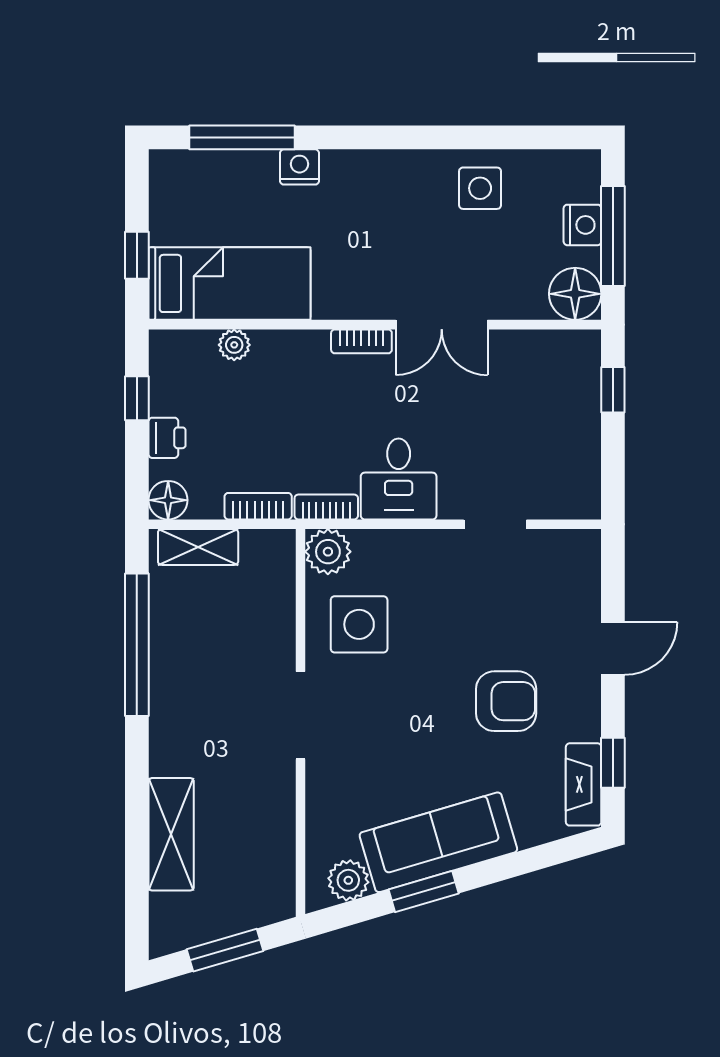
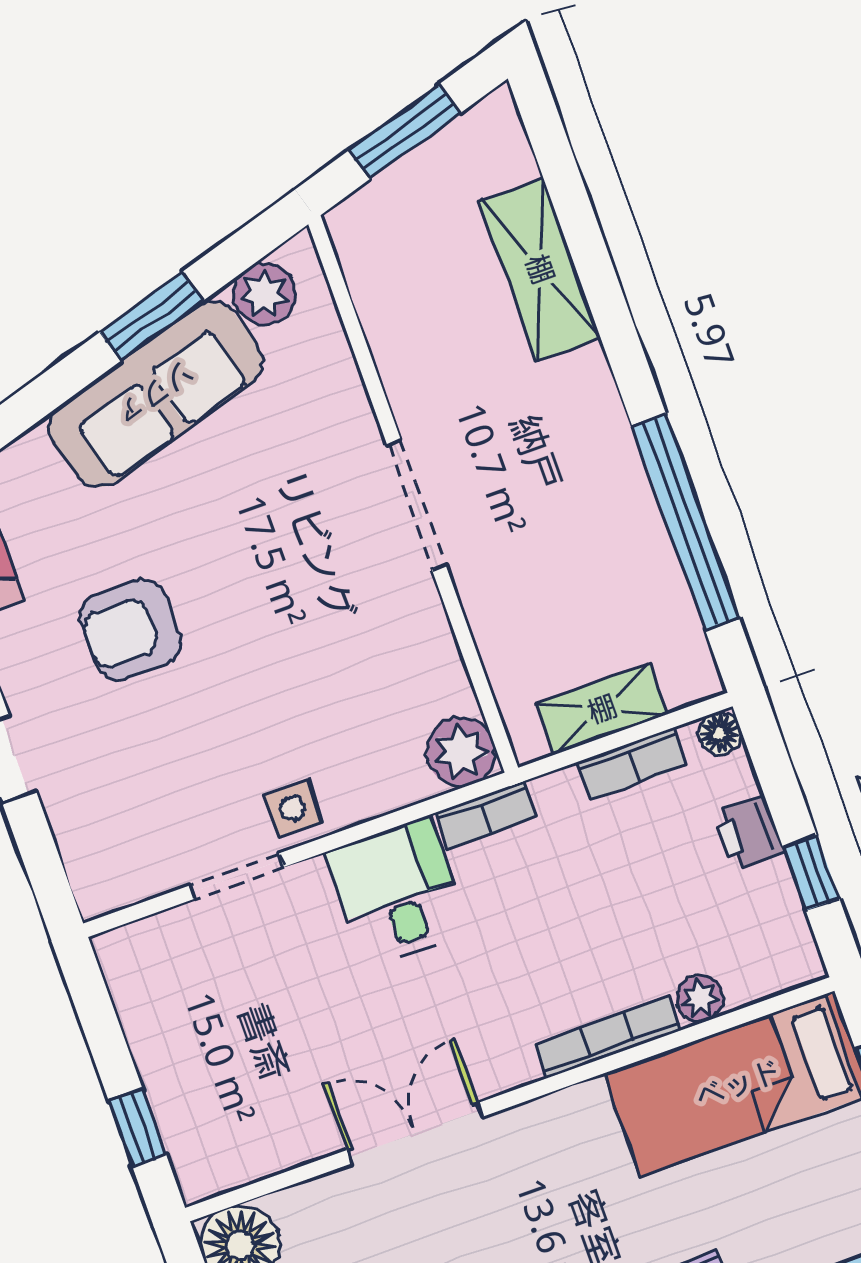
bookcase: (361, 341) -> (608, 1037), moved, width x1.56
floor lamp: (168, 500) -> (720, 733), width x0.73, depth x0.73
bookcase: (258, 506) -> (632, 764), moved
shelving: (198, 547) -> (602, 709), moved
side table: (359, 624) -> (292, 808), moved, width x0.54, depth x0.54

